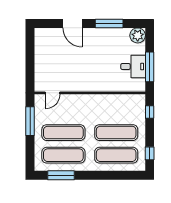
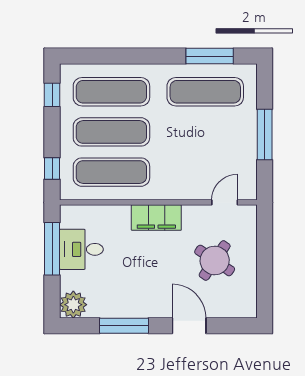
round table: (58, 60) -> (215, 260), added
filing cabinet: (91, 84) -> (156, 218), added
window: (30, 121) -> (265, 134), moved
exercise mat: (63, 133) -> (111, 172), moved

